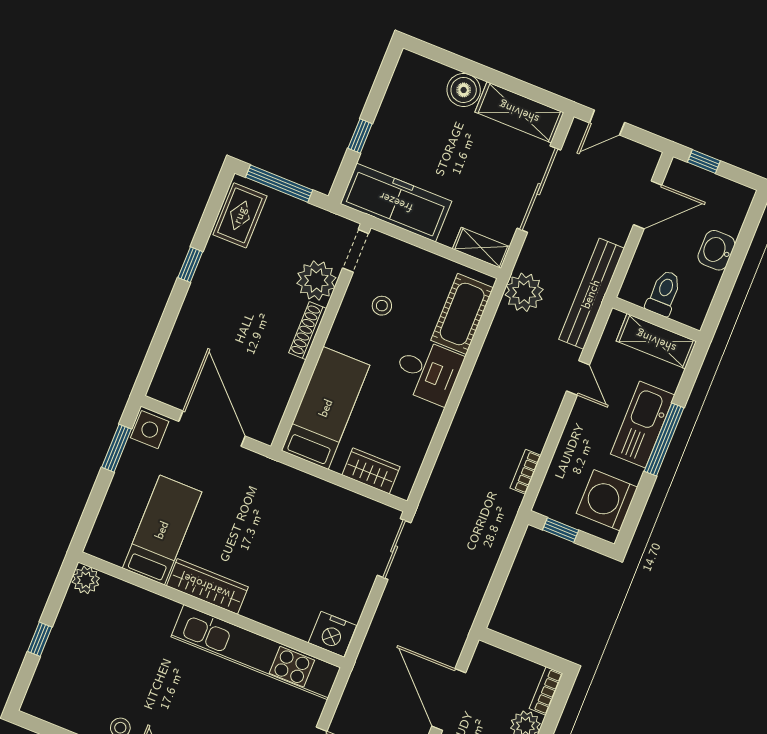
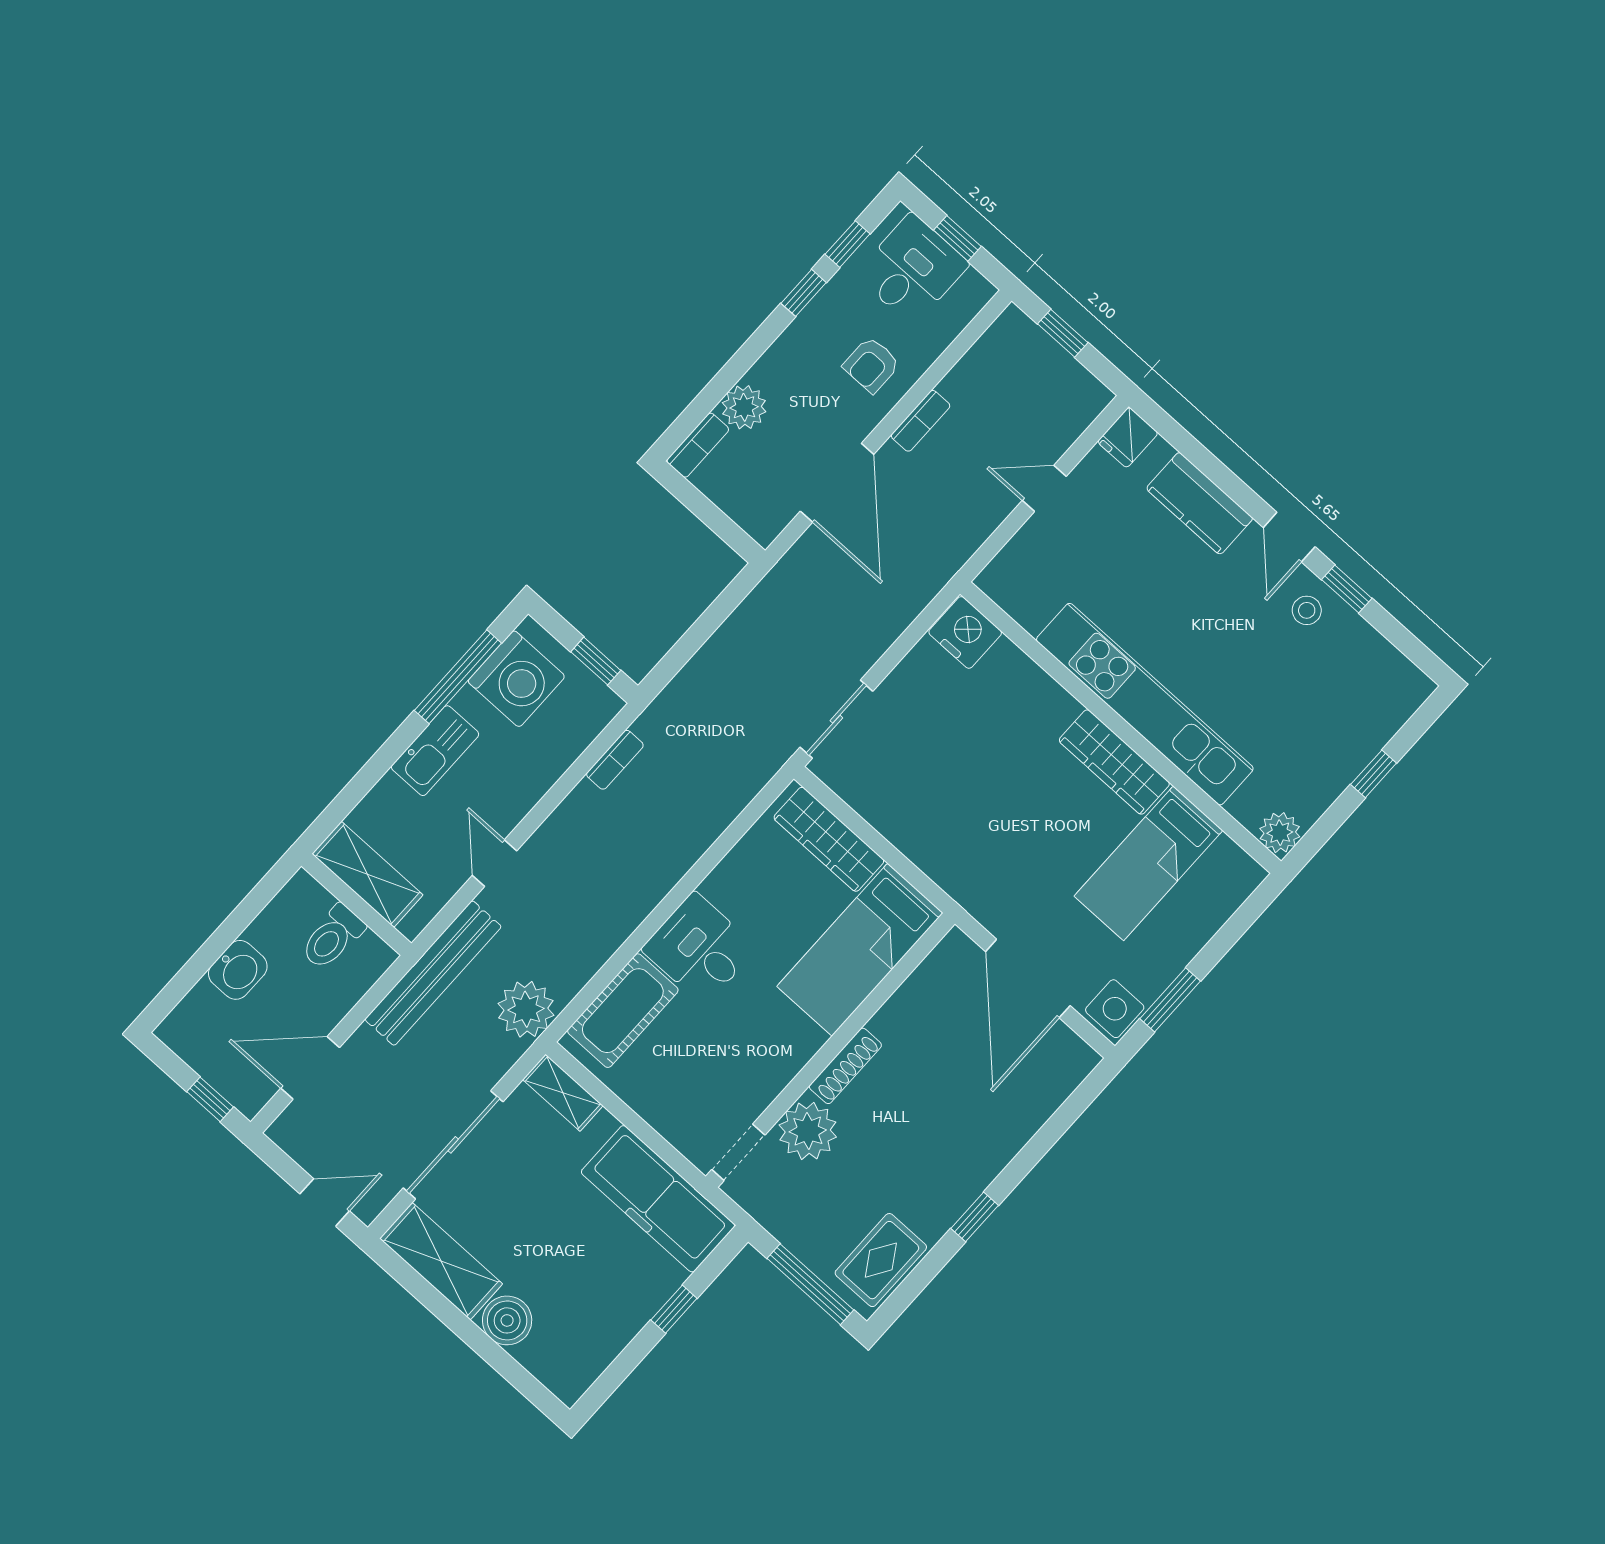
stool: (382, 306) -> (730, 1063), removed
kitchen sink: (643, 424) -> (435, 751), width x0.73, depth x0.81
window: (664, 439) -> (458, 677), moved
wardrobe: (371, 471) -> (829, 839), width x1.50
kitchen unit: (256, 652) -> (1145, 704), moved

